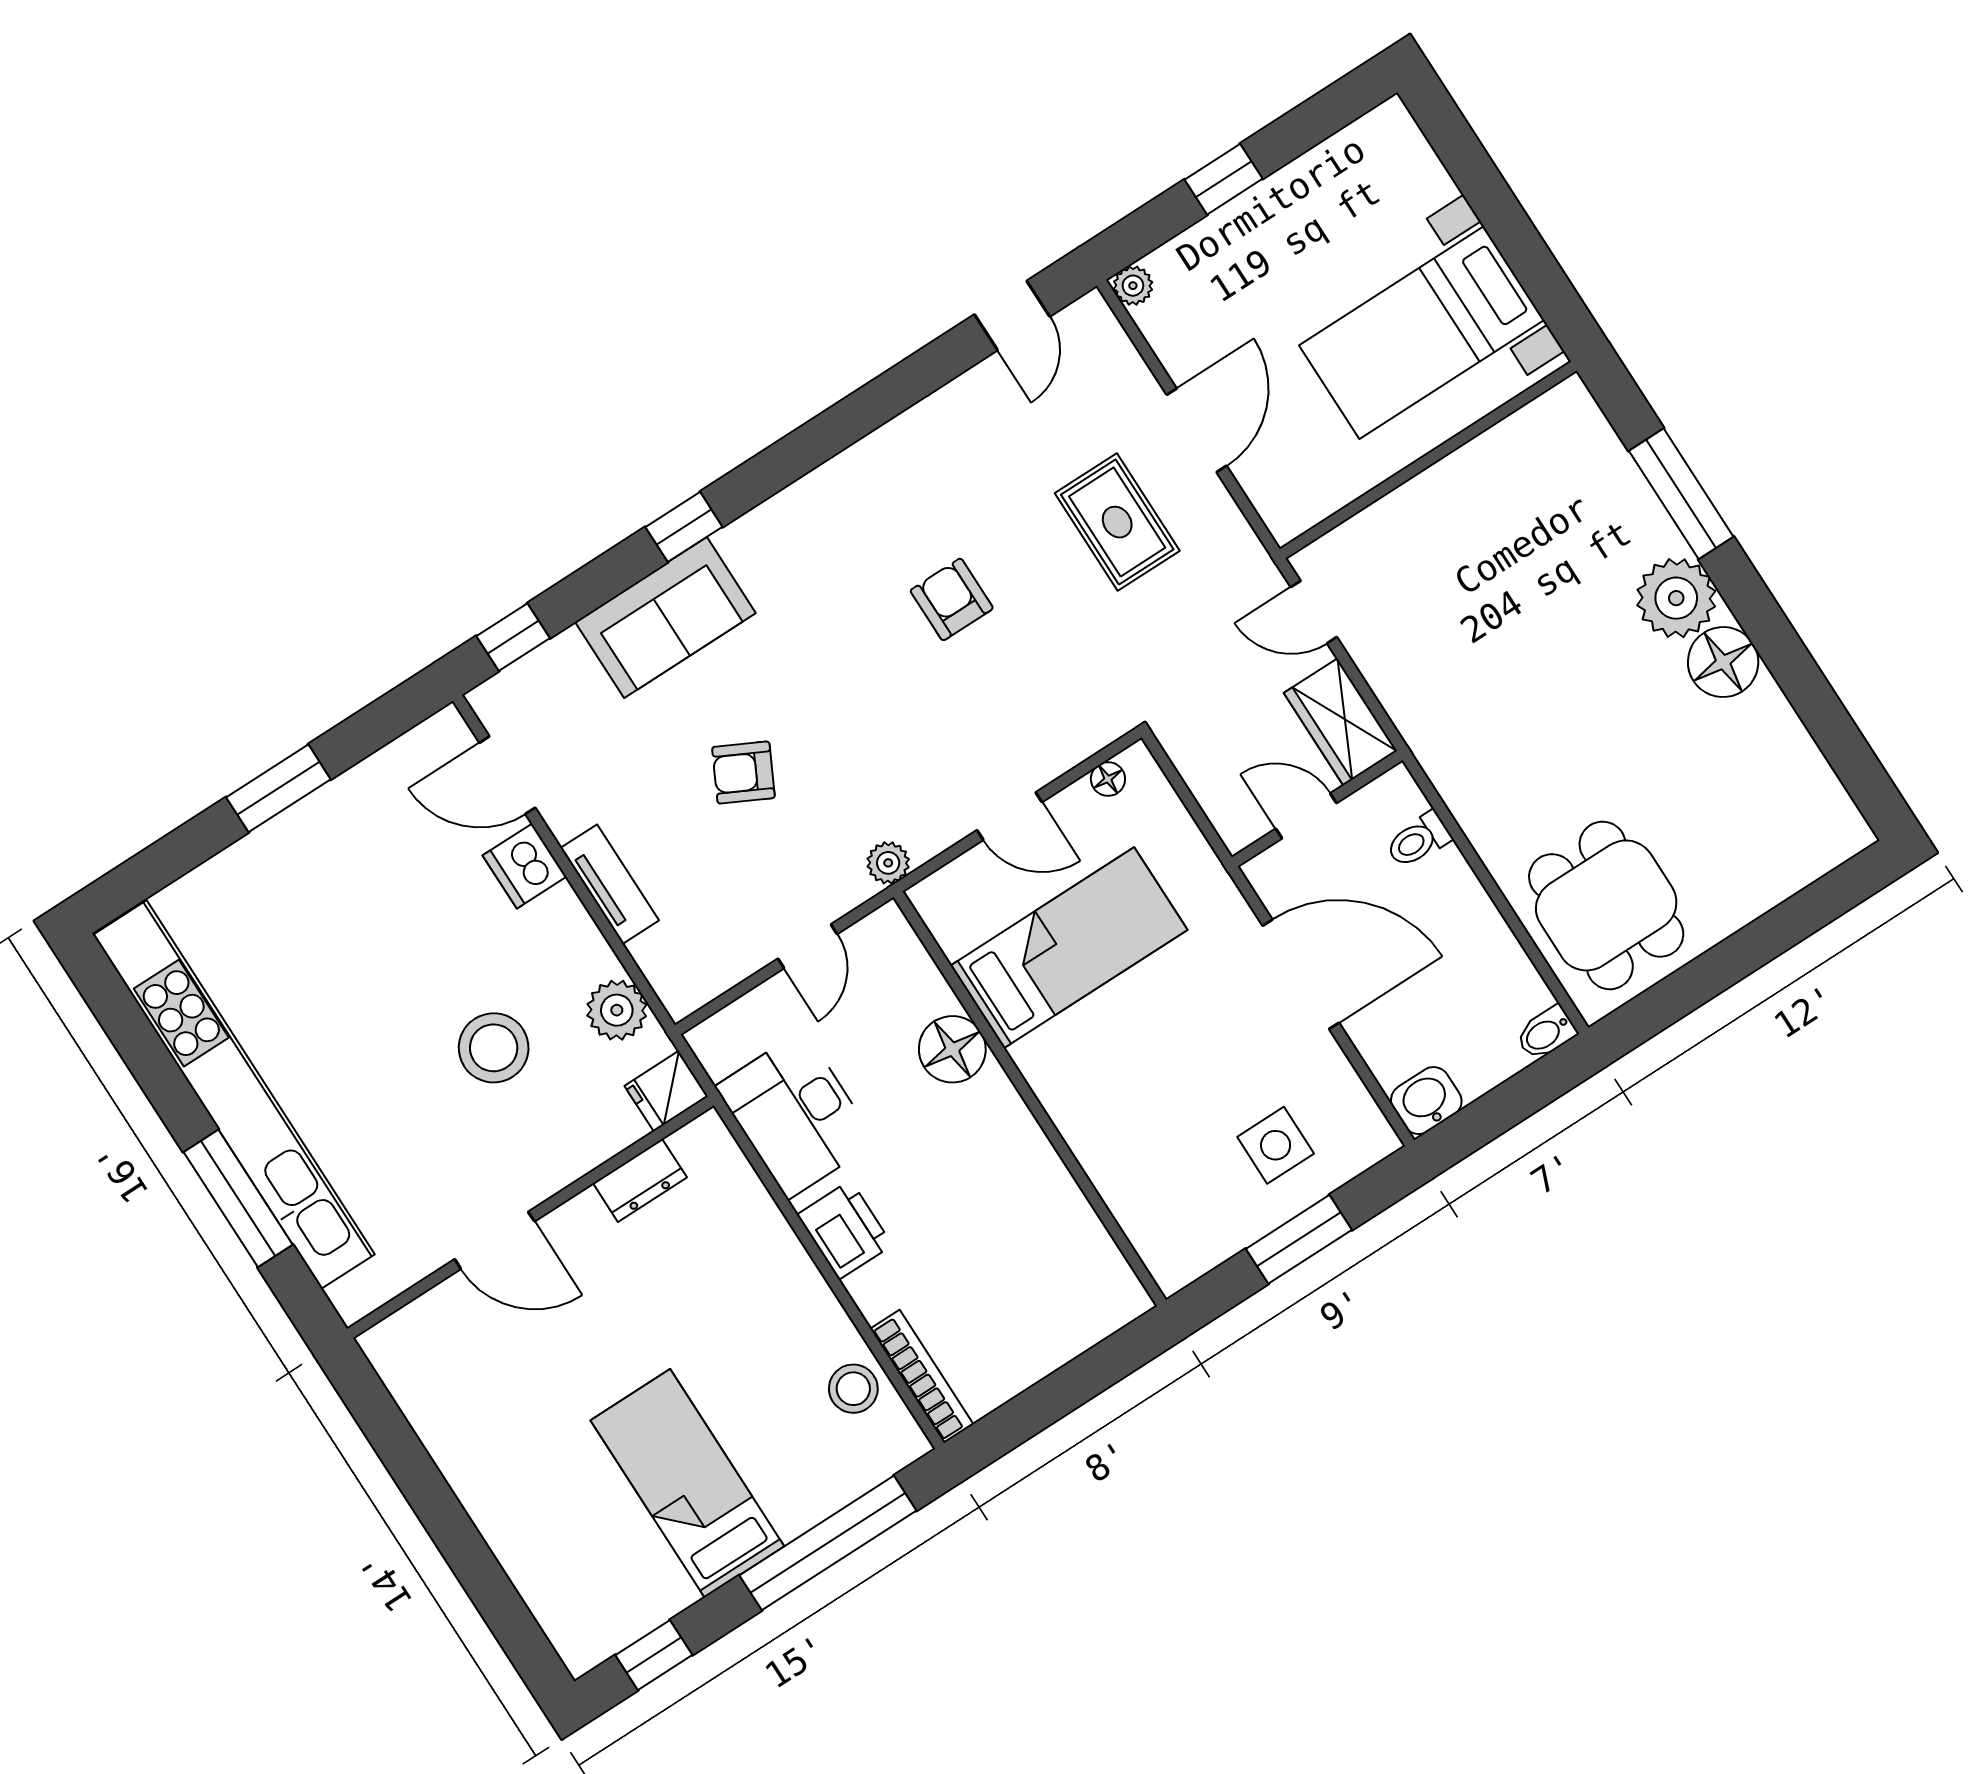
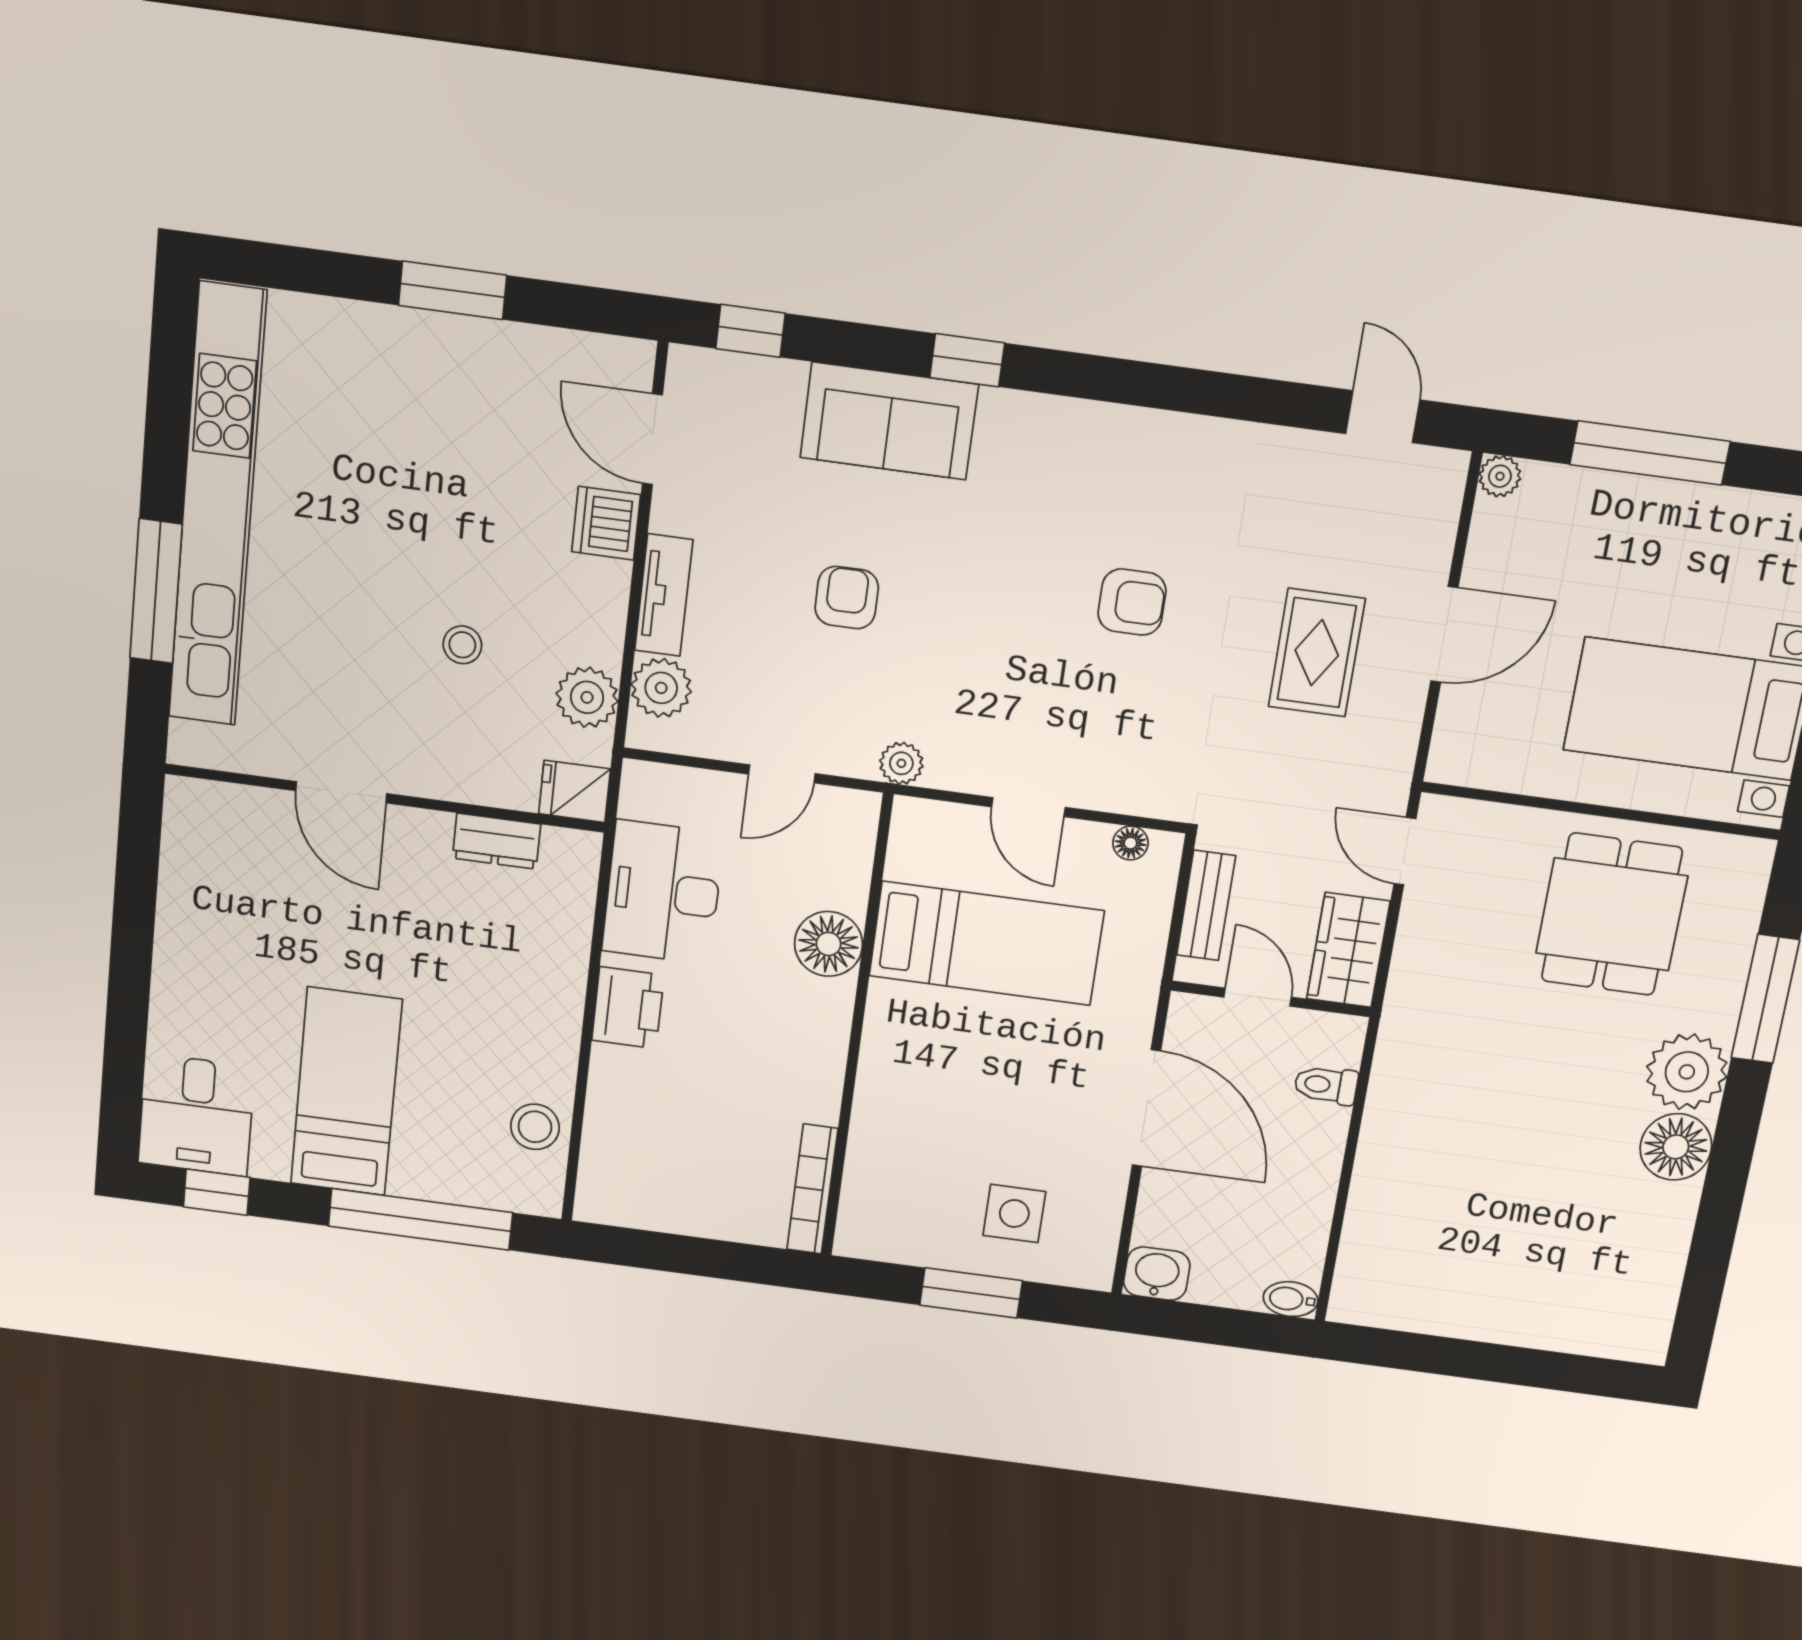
window: (1224, 179) -> (1650, 453), width x2.17
door: (1012, 315) -> (1383, 417), swing flipped
armchair: (952, 599) -> (1132, 602), turned 90
armchair: (743, 772) -> (847, 598), turned 63
bench: (1205, 778) -> (1206, 905), added
dining table: (1606, 905) -> (1612, 914), moved
plant: (665, 956) -> (661, 688), added
stool: (494, 1048) -> (462, 645), width x0.53, depth x0.53
bookcase: (922, 1376) -> (812, 1189), moved, turned 180
desk: (588, 1602) -> (196, 1115), added

